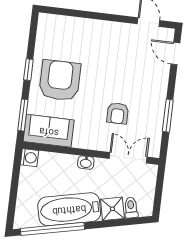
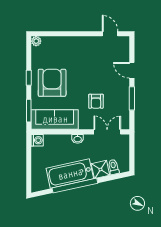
plant: (45, 20) -> (36, 41), added
door: (175, 54) -> (132, 70), moved
sofa: (49, 131) -> (55, 119), width x1.36
window: (52, 229) -> (75, 186), moved

